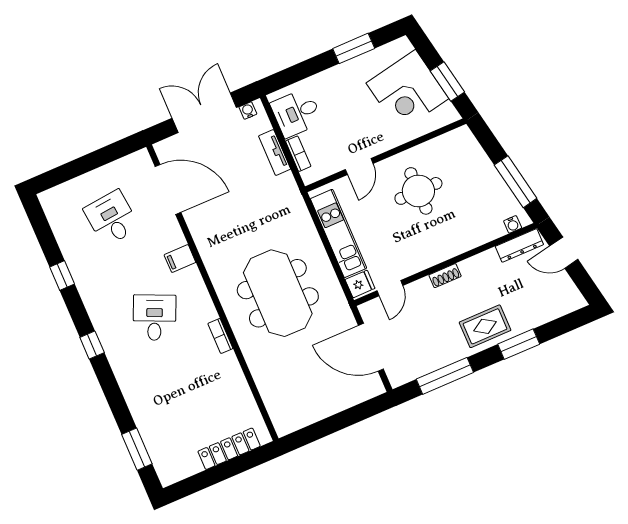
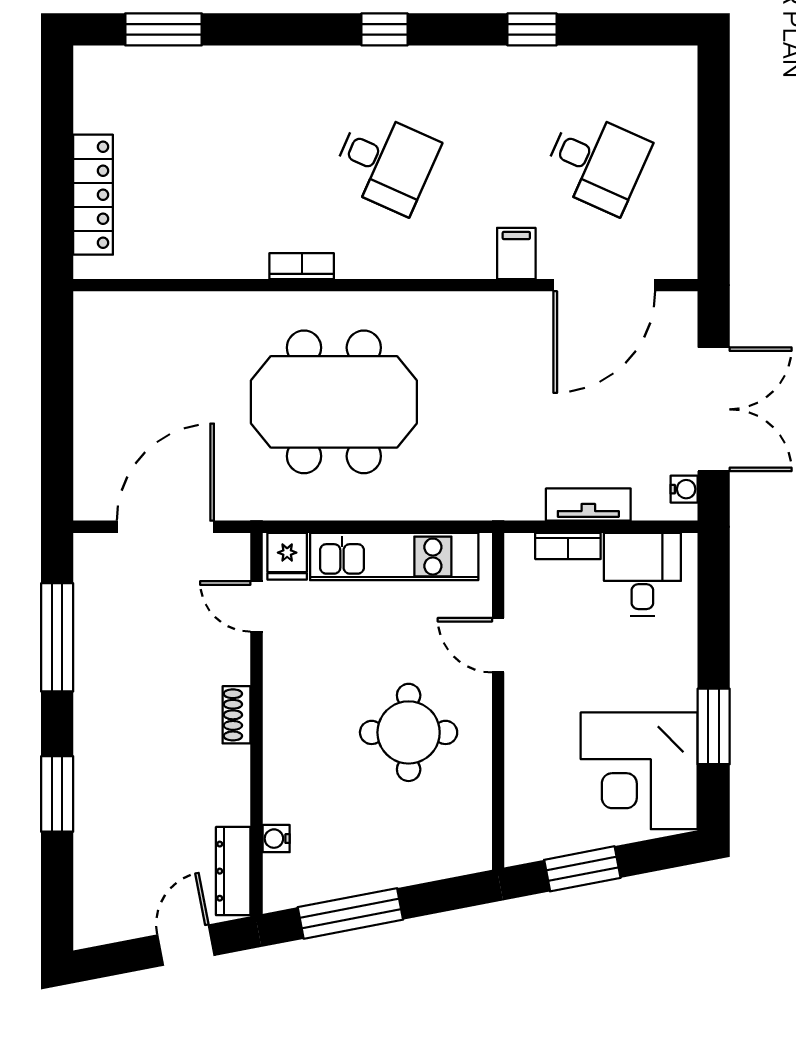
corner desk: (408, 91) -> (639, 771), moved, turned -79
desk: (112, 218) -> (596, 162), turned 30
water cooler: (513, 224) -> (276, 839), moved
filing cabinet: (180, 259) -> (516, 253), moved
rug: (485, 326) -> (115, 747), removed

